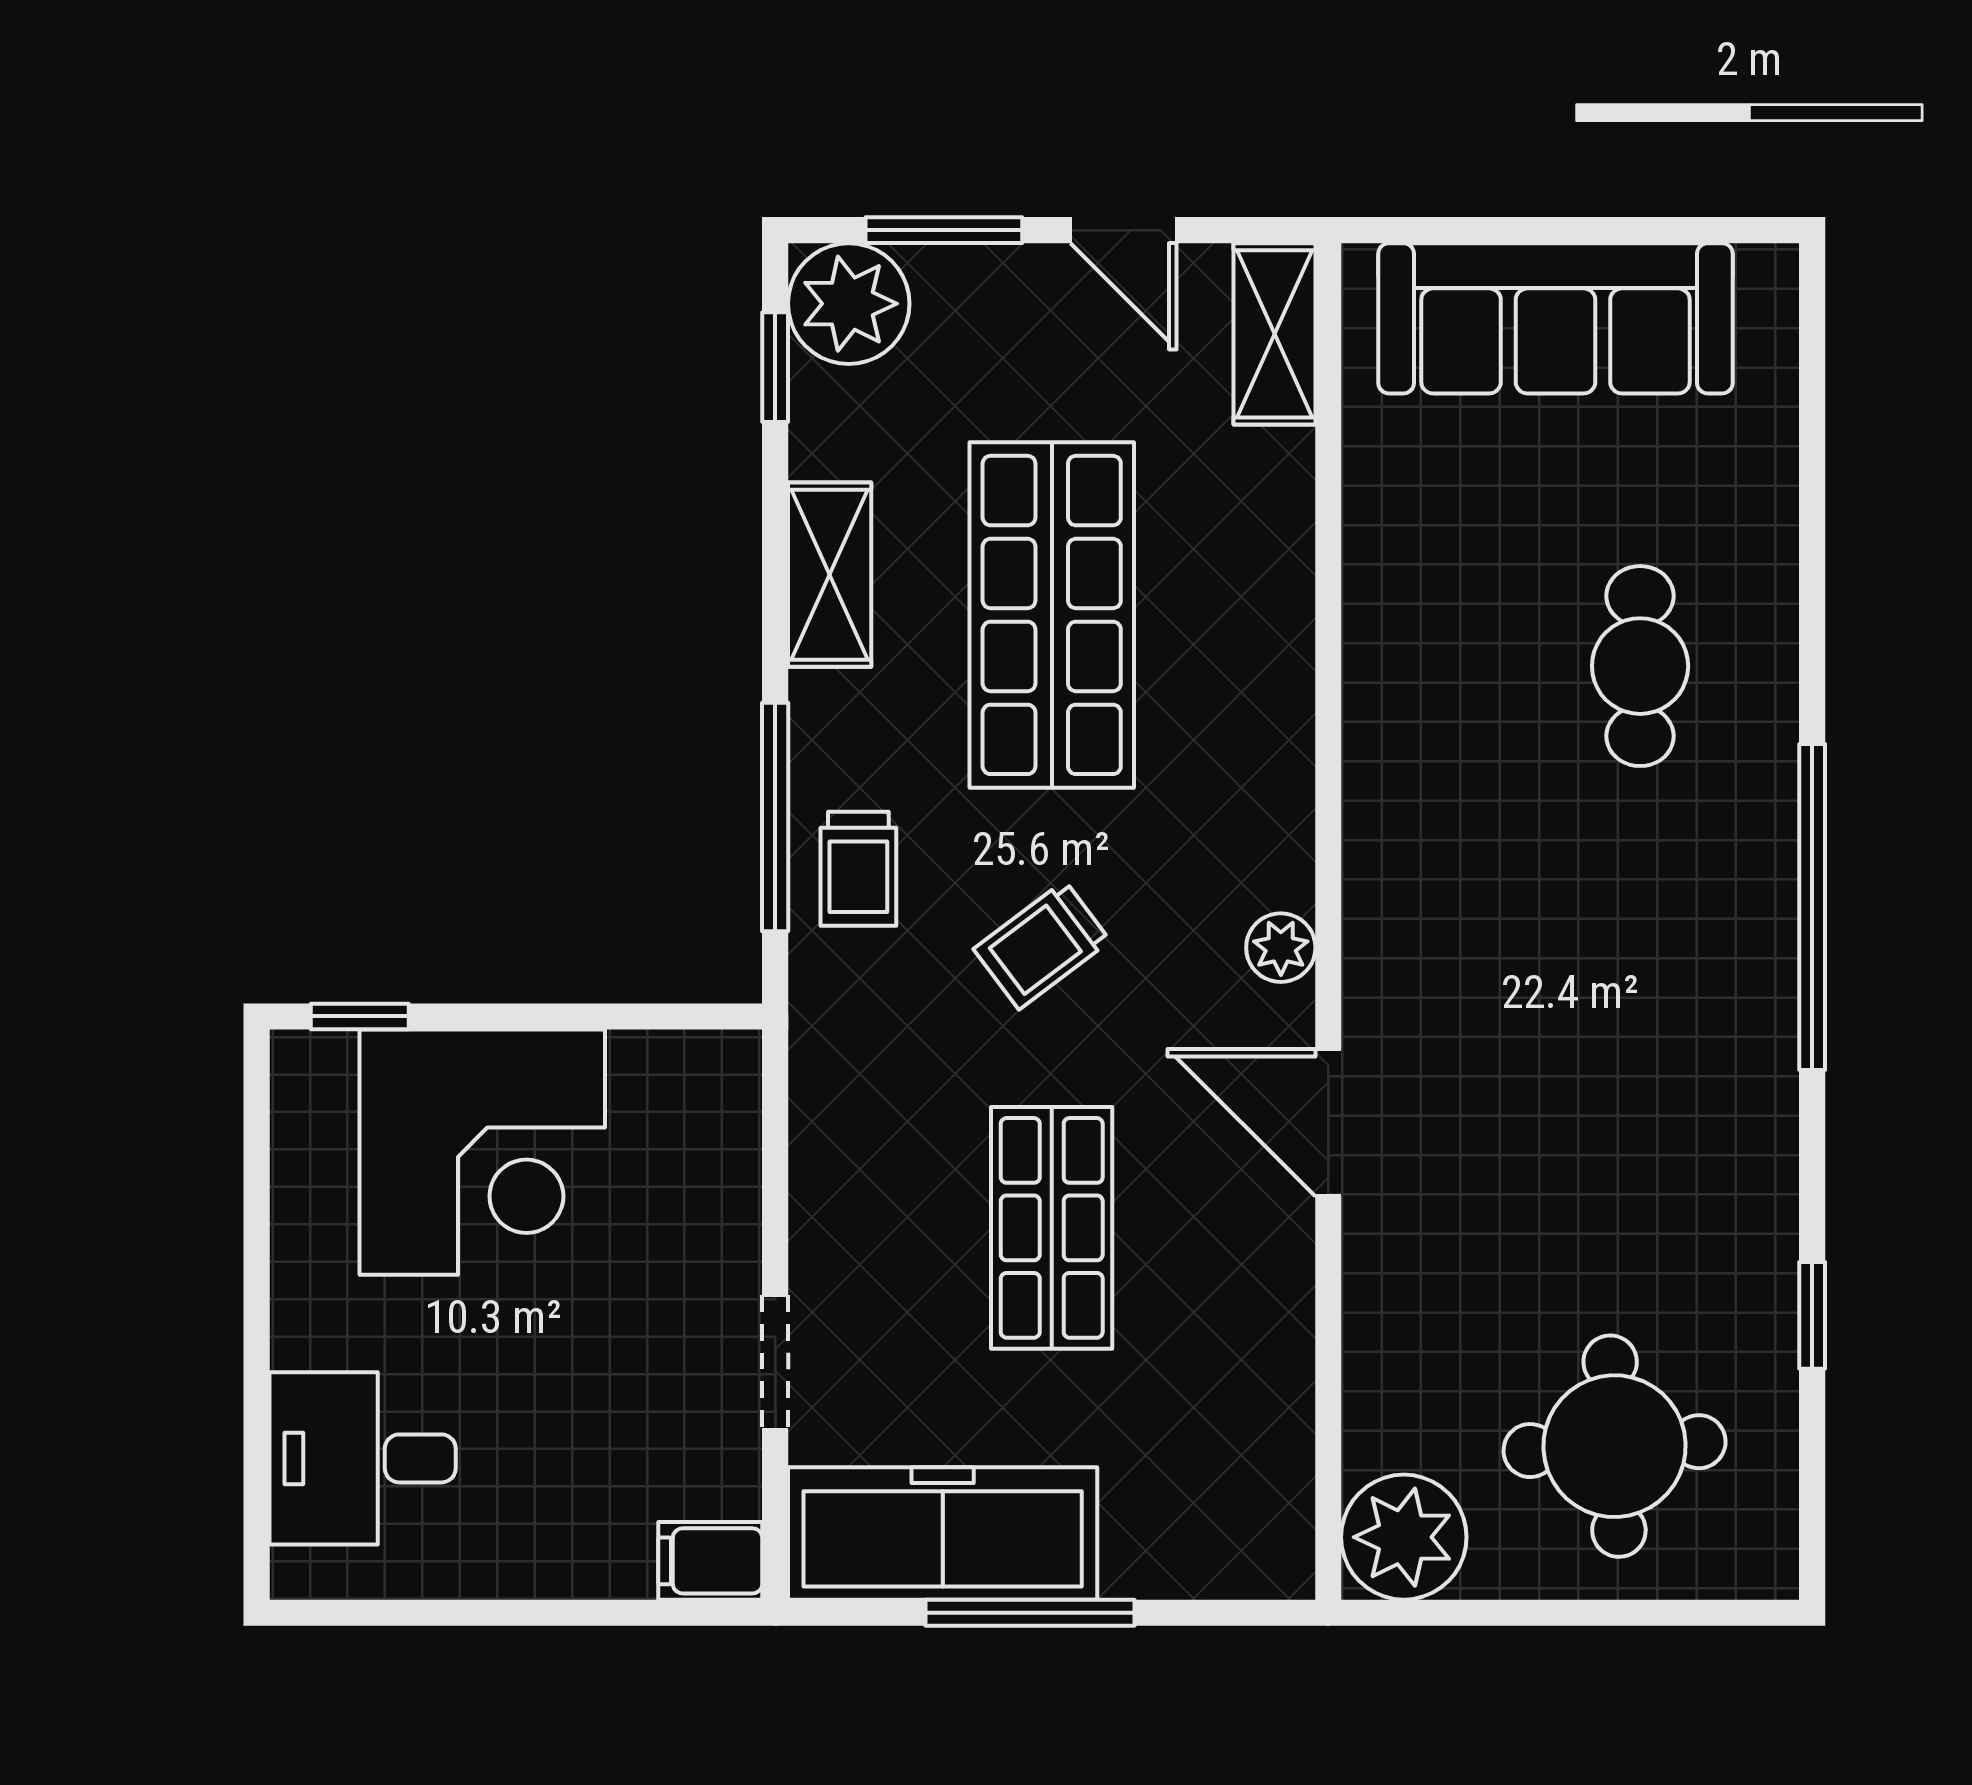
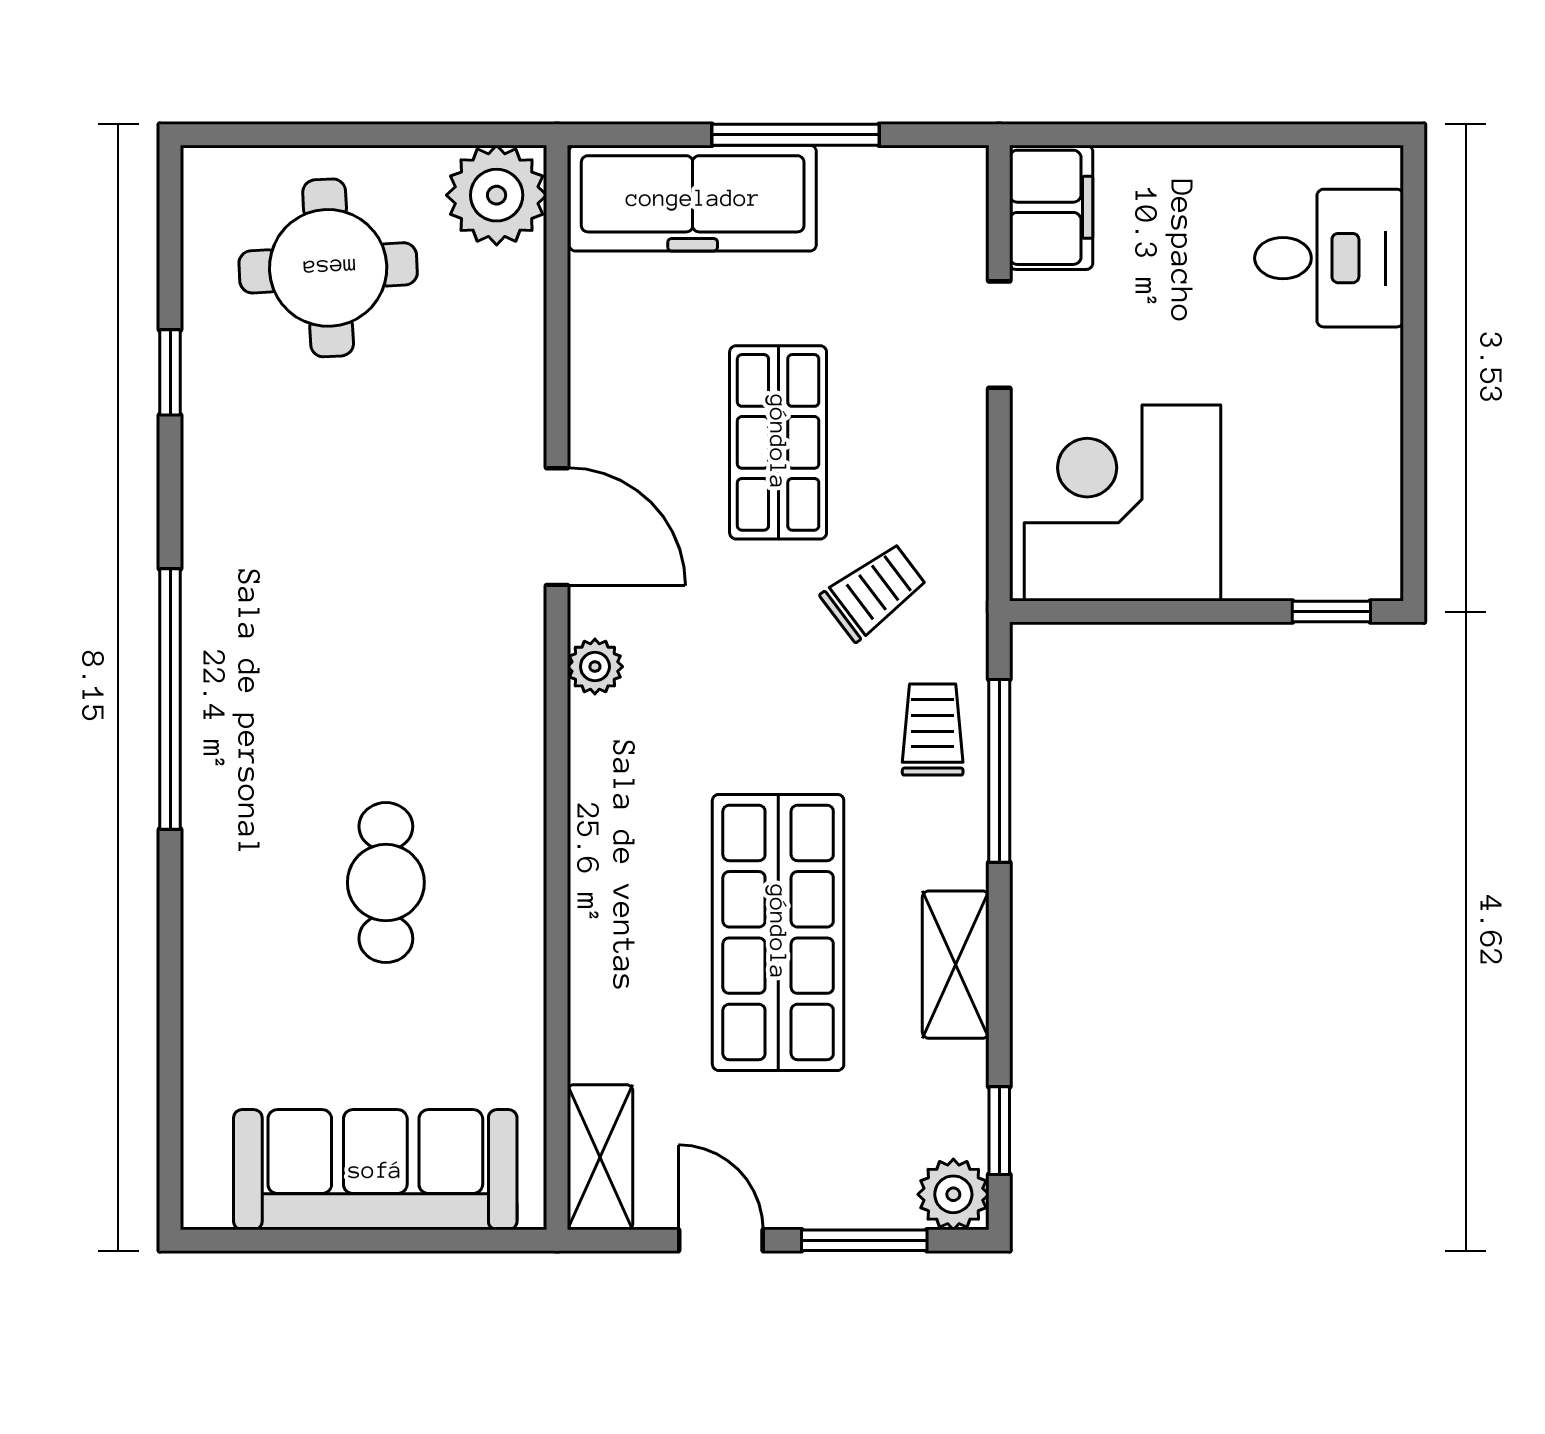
plant: (849, 304) -> (953, 1194), width x0.73, depth x0.73
cafe table: (1640, 666) -> (386, 883), moved
trolley: (1042, 945) -> (874, 592), moved
corner desk: (482, 1152) -> (1122, 503), moved
freezer: (943, 1533) -> (693, 198), moved
filing cabinet: (710, 1561) -> (1051, 207), width x2.00

